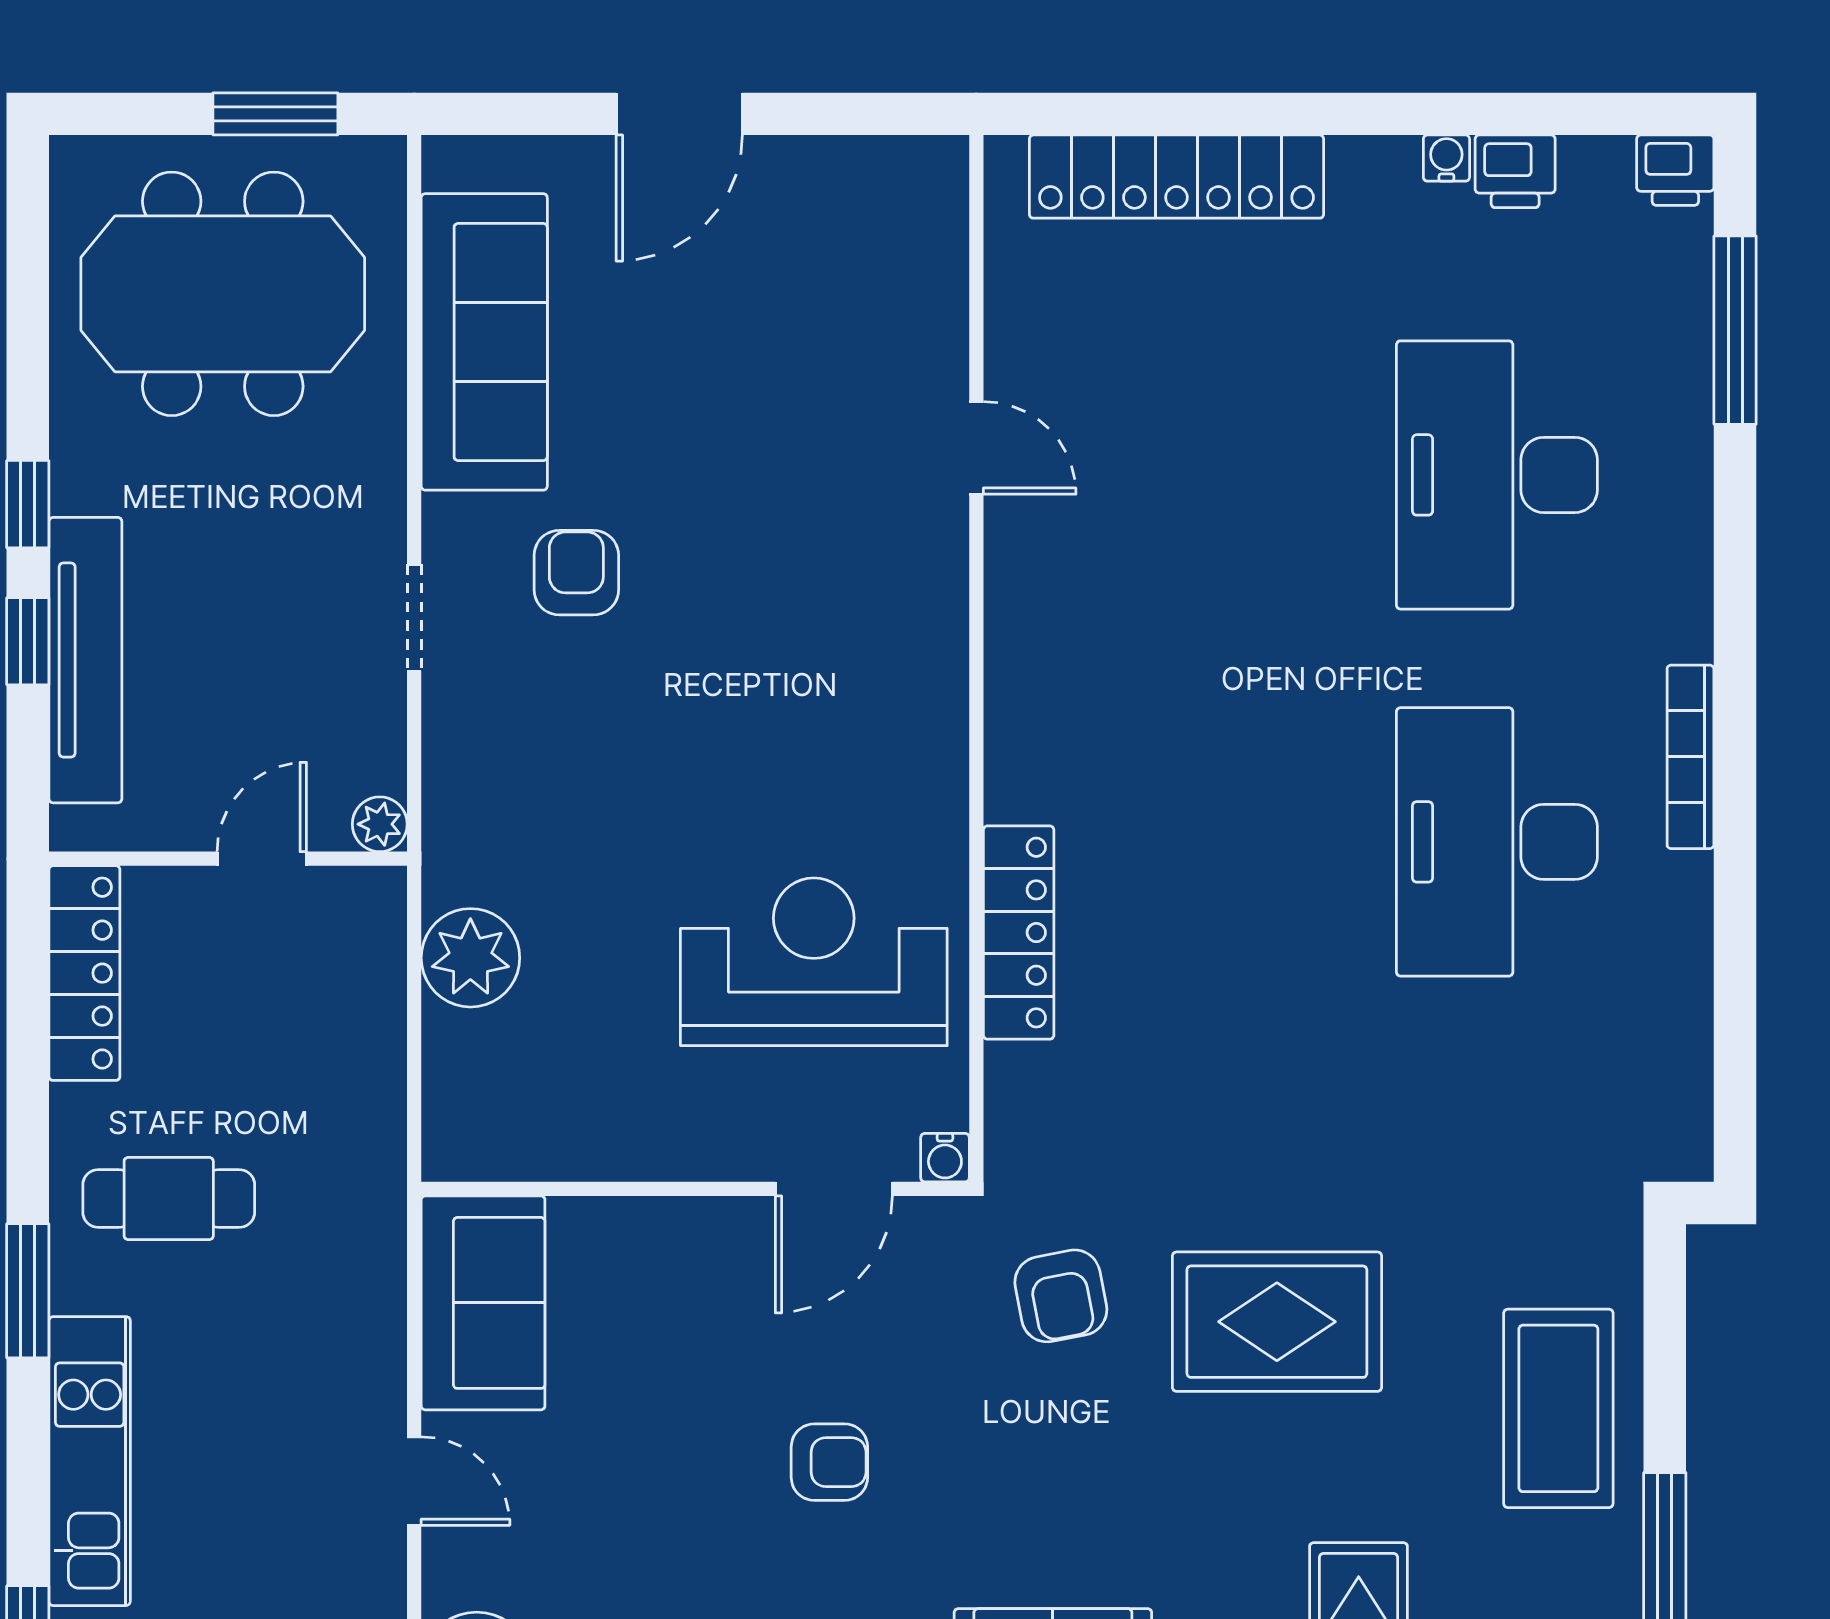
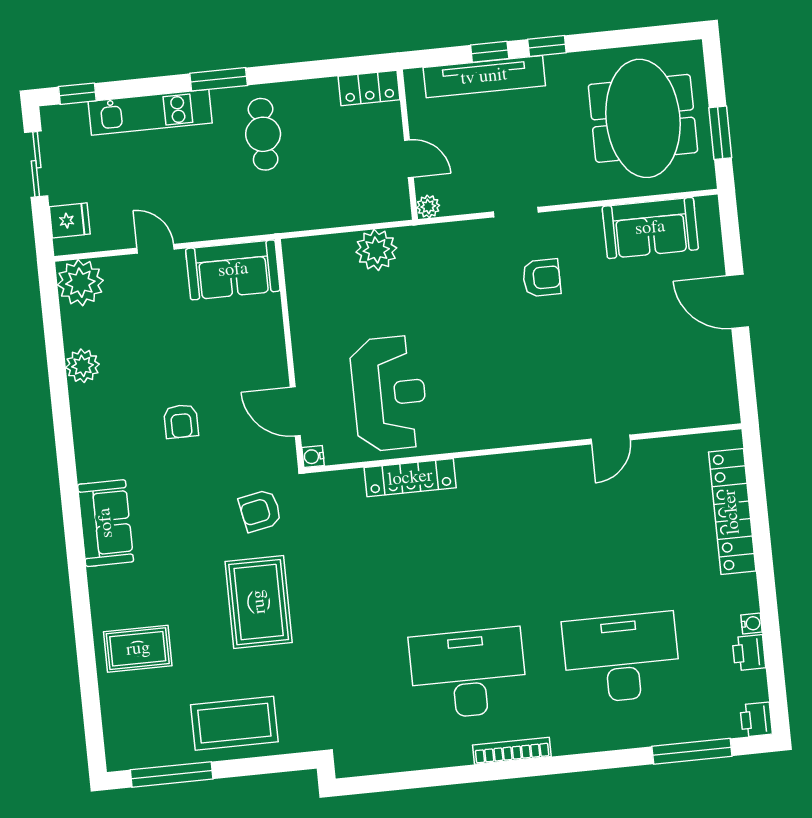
sofa: (484, 342) -> (650, 228), width x0.73
locker: (84, 973) -> (369, 88), width x0.66
door: (414, 1481) -> (156, 249), swing flipped

